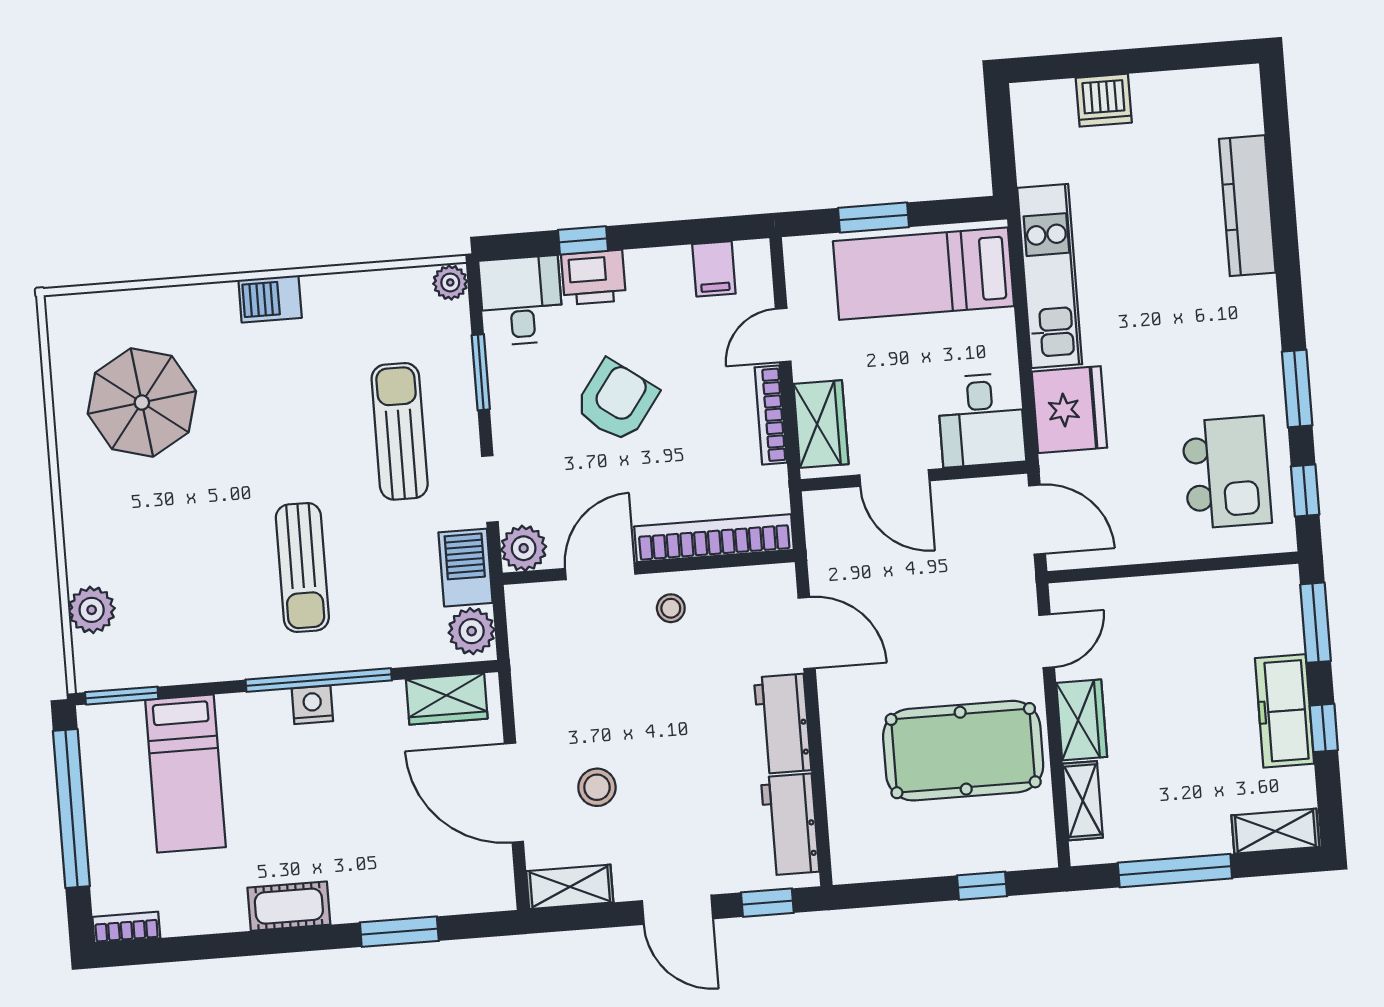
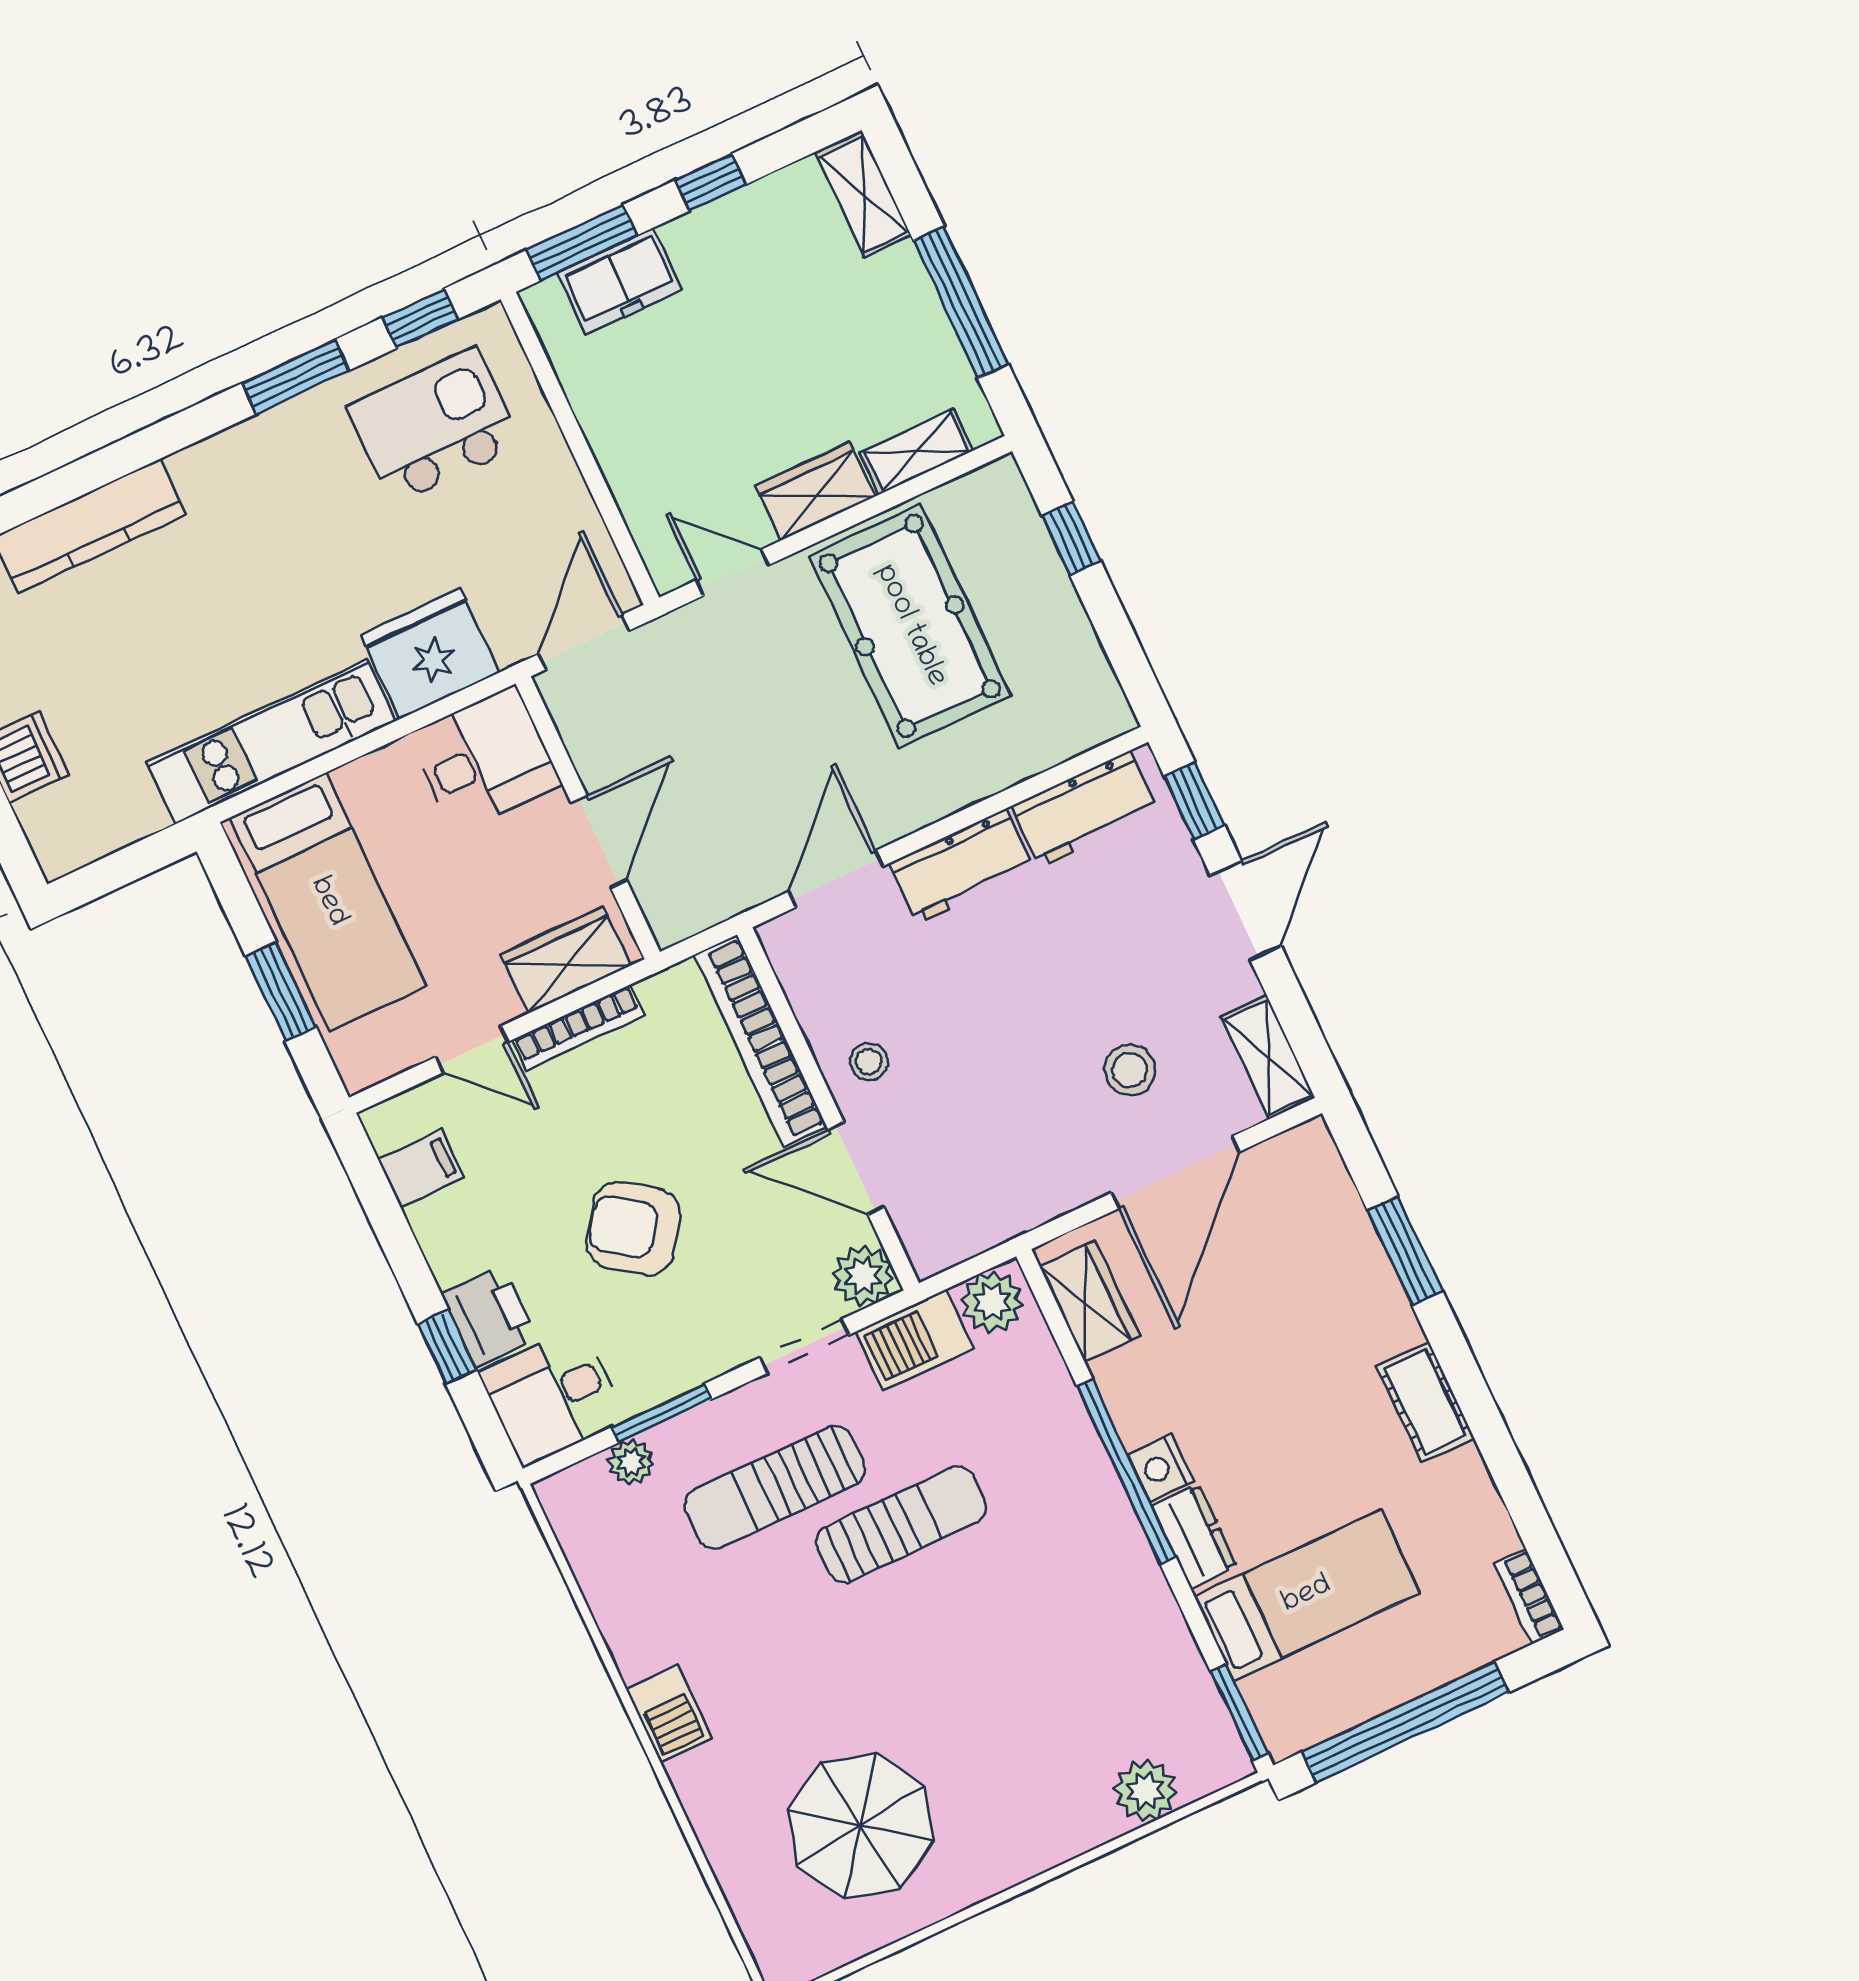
plant: (450, 282) -> (631, 1462), moved
sun lounger: (302, 567) -> (901, 1524), moved
dresser: (256, 710) -> (1194, 1536), added
freezer: (1285, 711) -> (620, 281), moved, width x0.71

